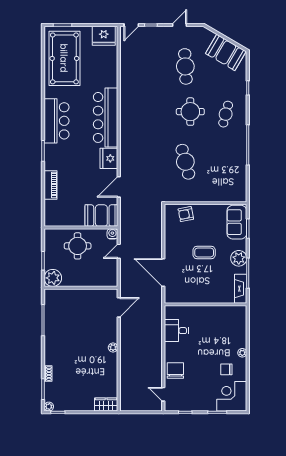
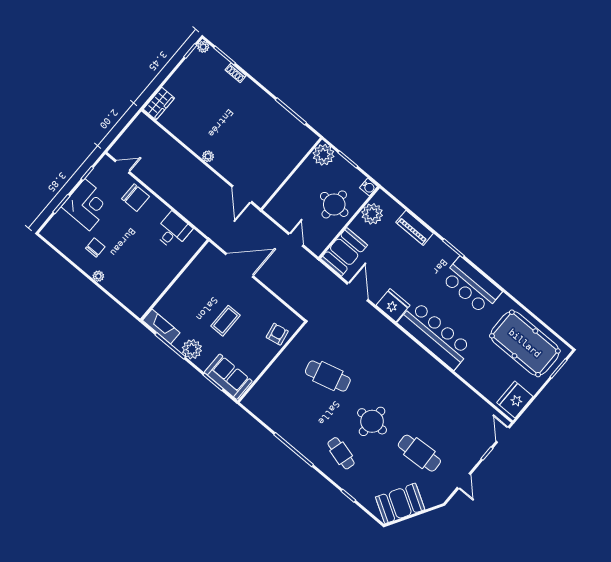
plant: (64, 218) -> (372, 214), added
water cooler: (112, 234) -> (369, 187), moved
corner desk: (232, 396) -> (87, 205), moved

